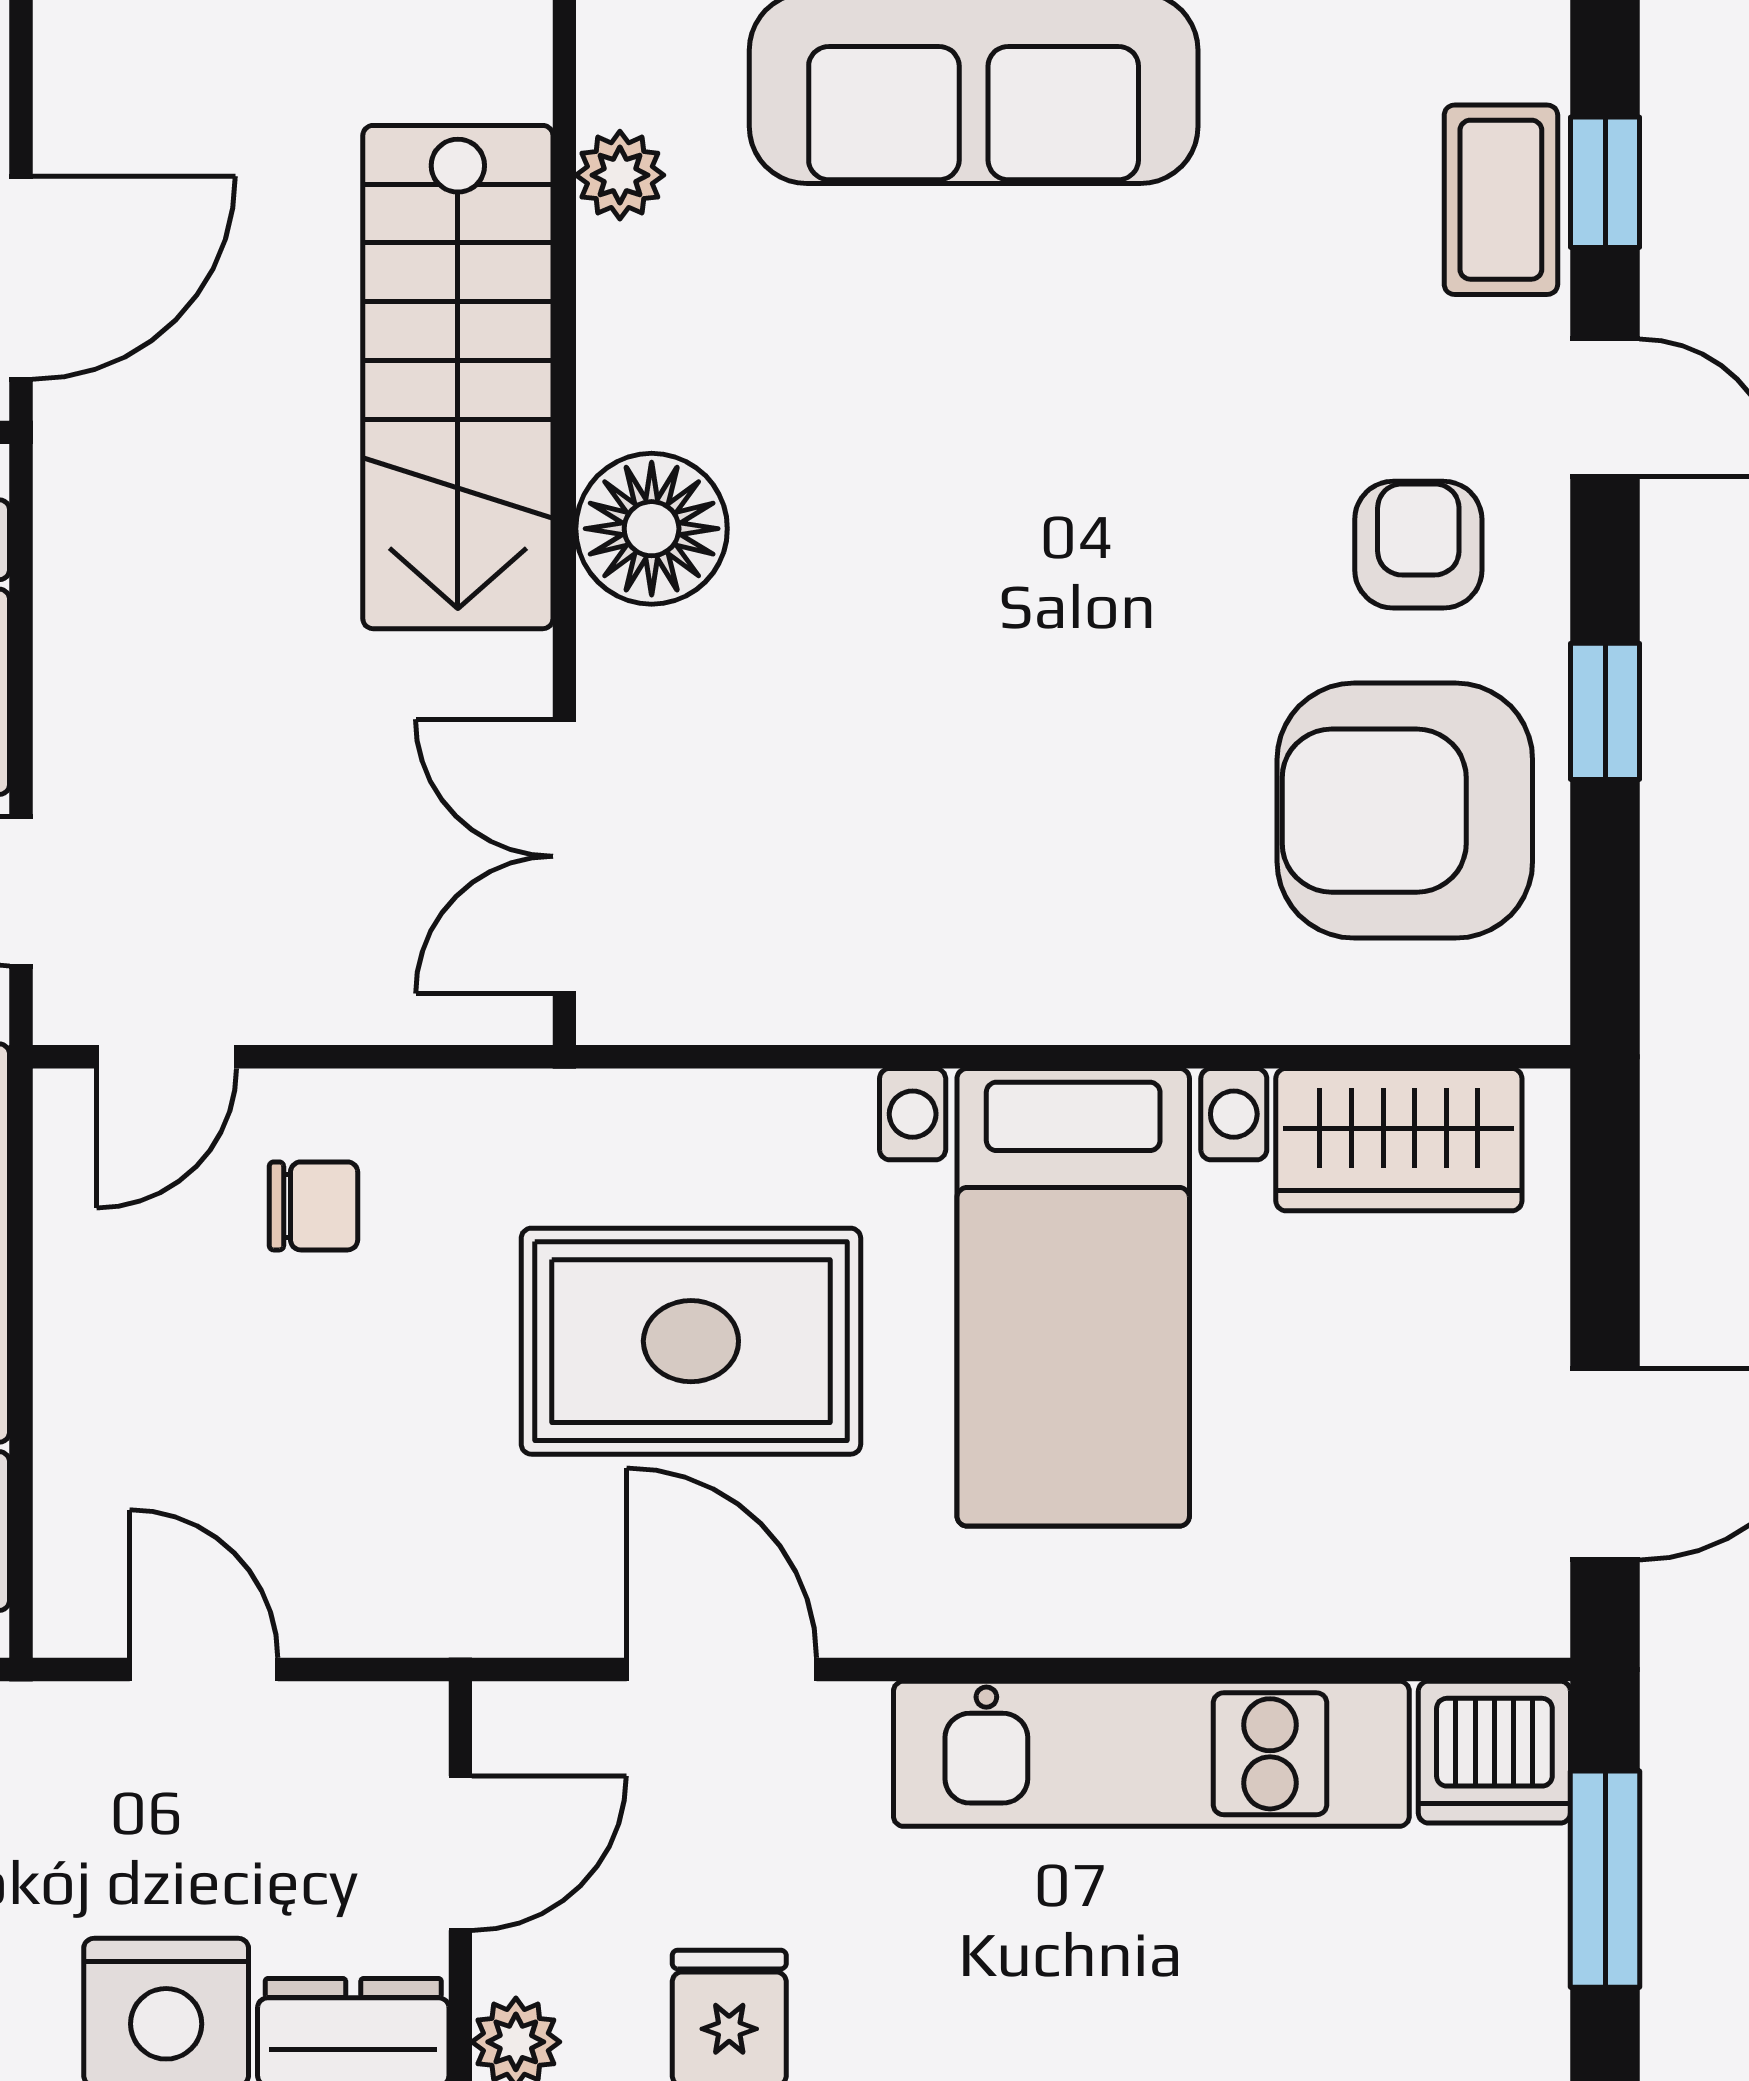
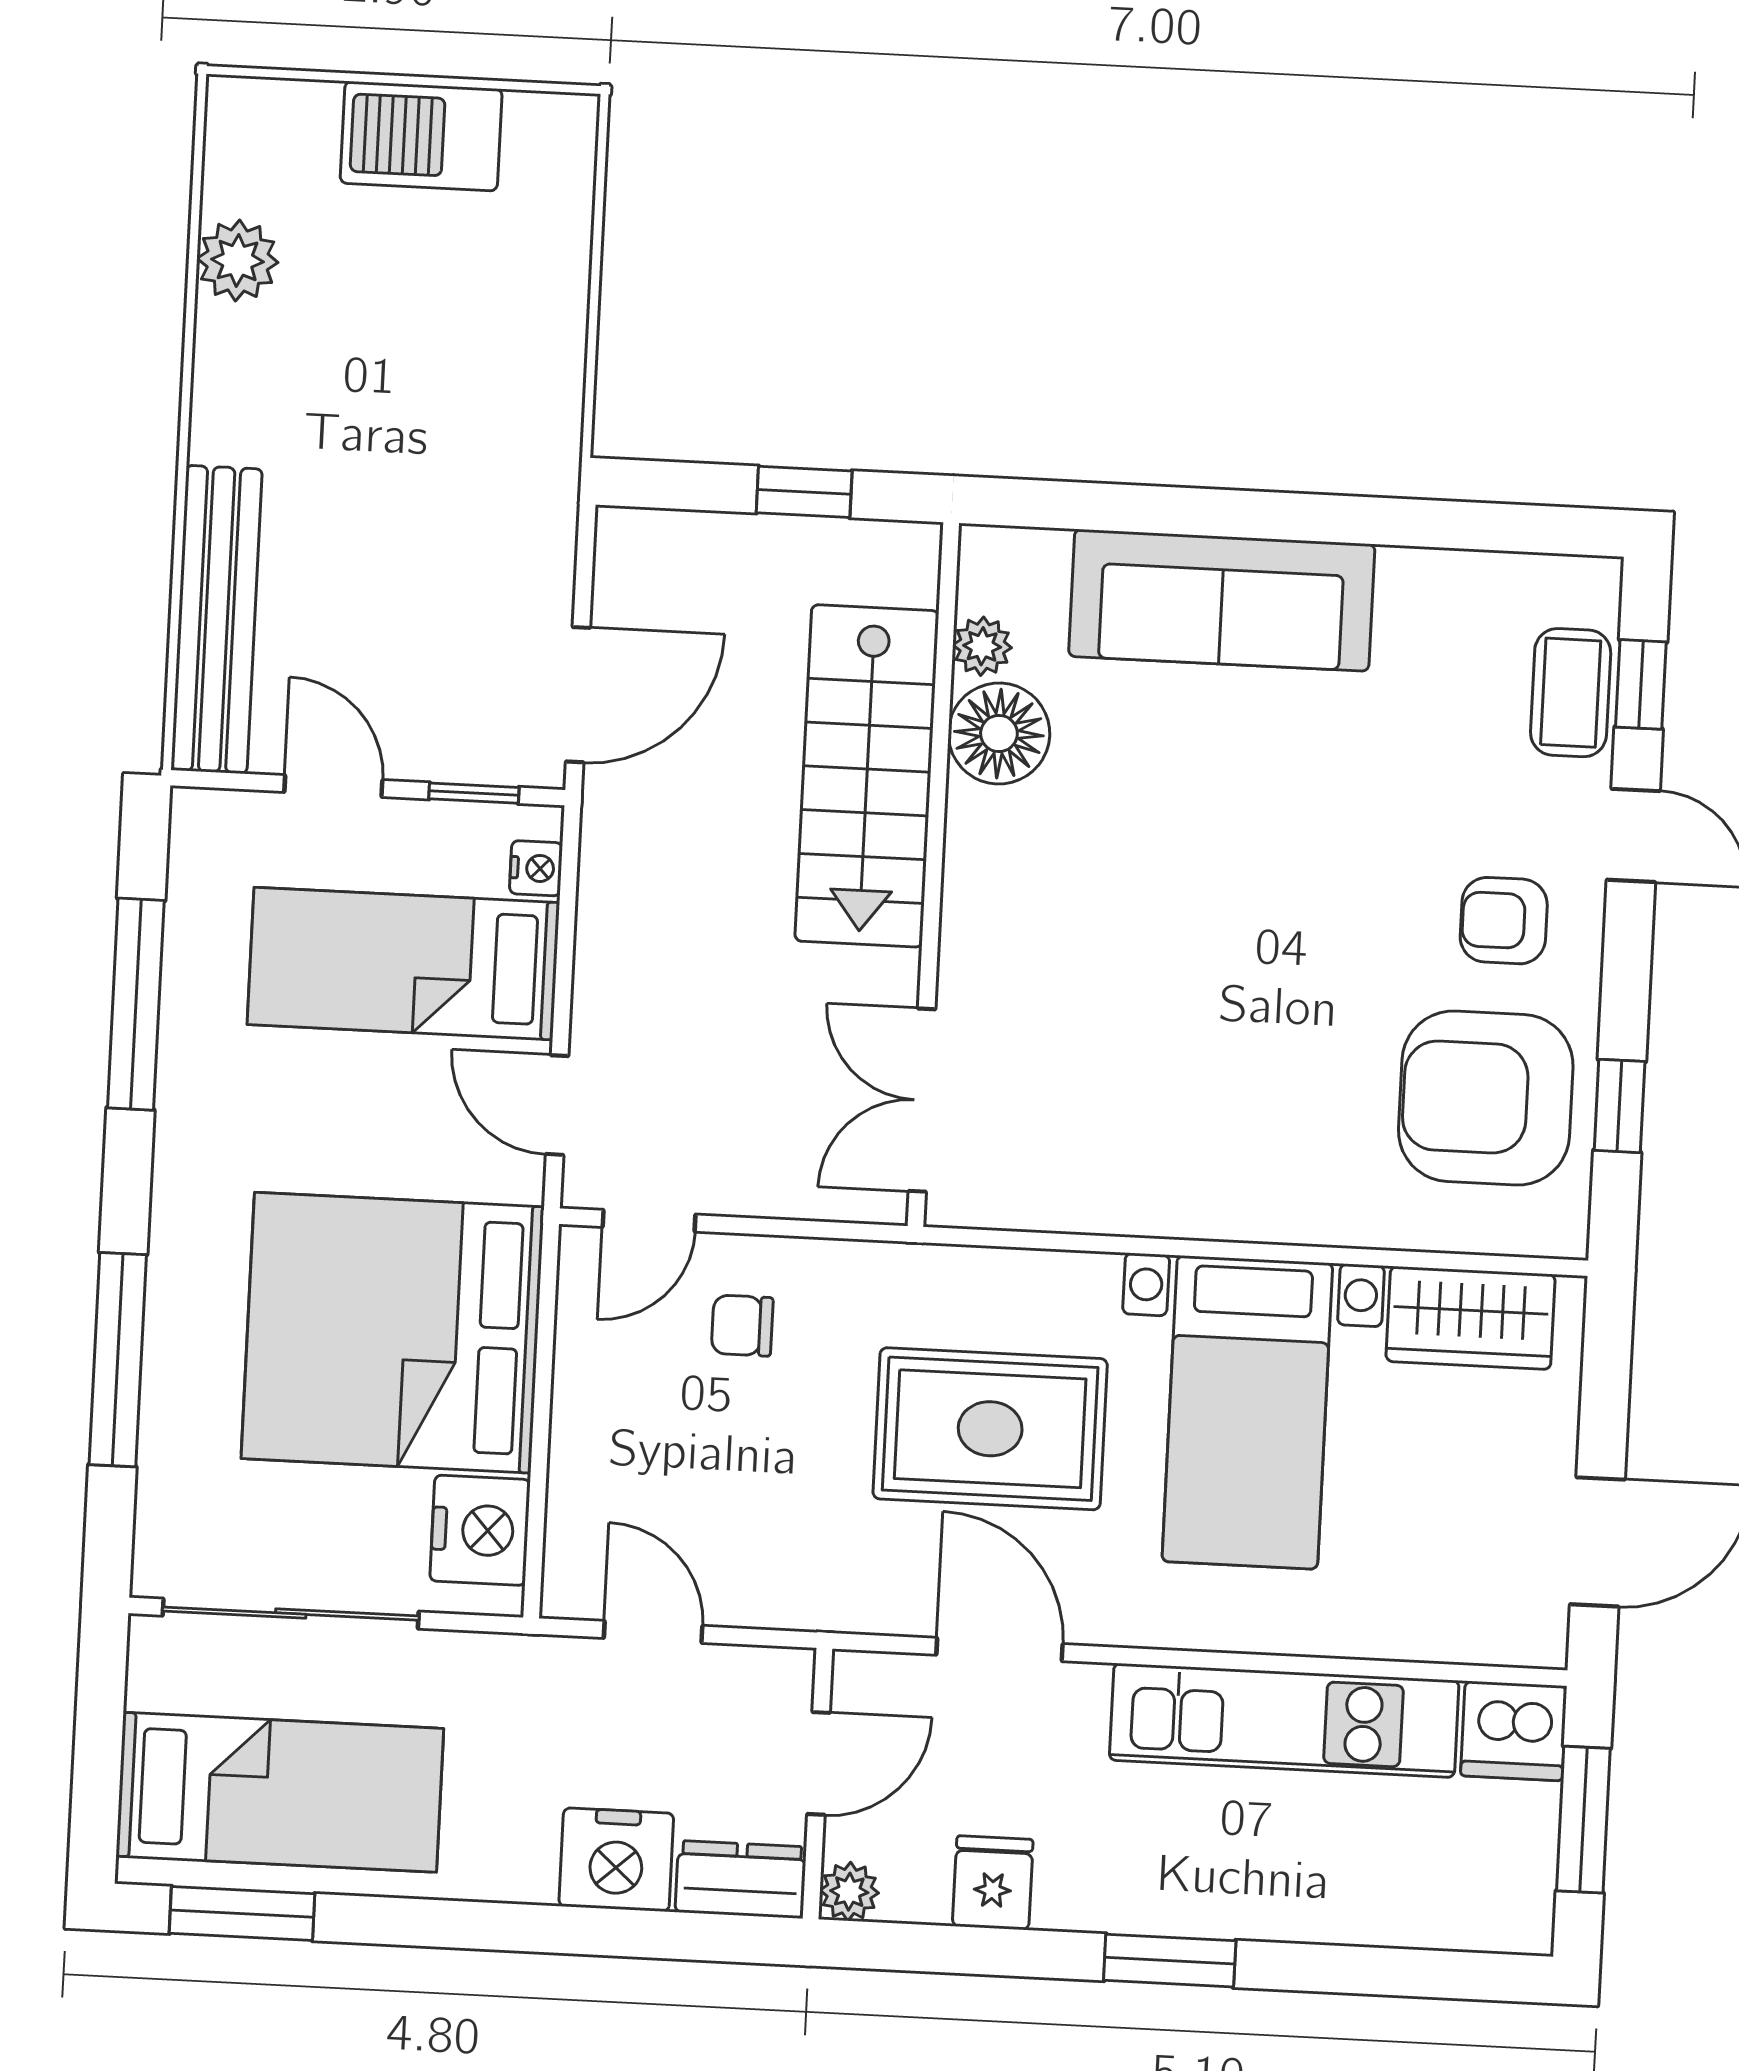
floor lamp: (652, 529) -> (999, 734), moved
armchair: (1418, 545) -> (1504, 921), turned -90
window: (1605, 711) -> (1620, 1106), moved
chair: (314, 1206) -> (742, 1326), turned 180

